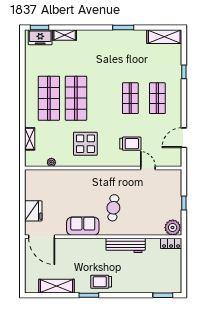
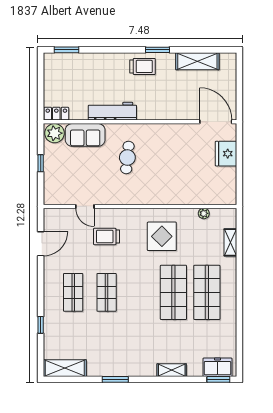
shelving: (65, 35) -> (172, 370), moved
sofa: (83, 226) -> (85, 135), moved

